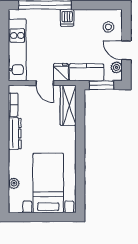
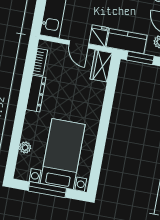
wardrobe: (68, 105) -> (101, 66), width x0.67
window: (41, 217) -> (47, 190), added

